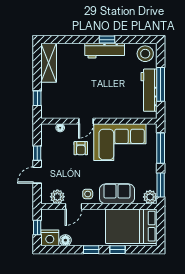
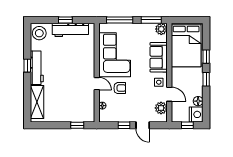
shelving: (49, 63) -> (37, 102), moved, turned 90
window: (161, 84) -> (65, 20), width x0.46

